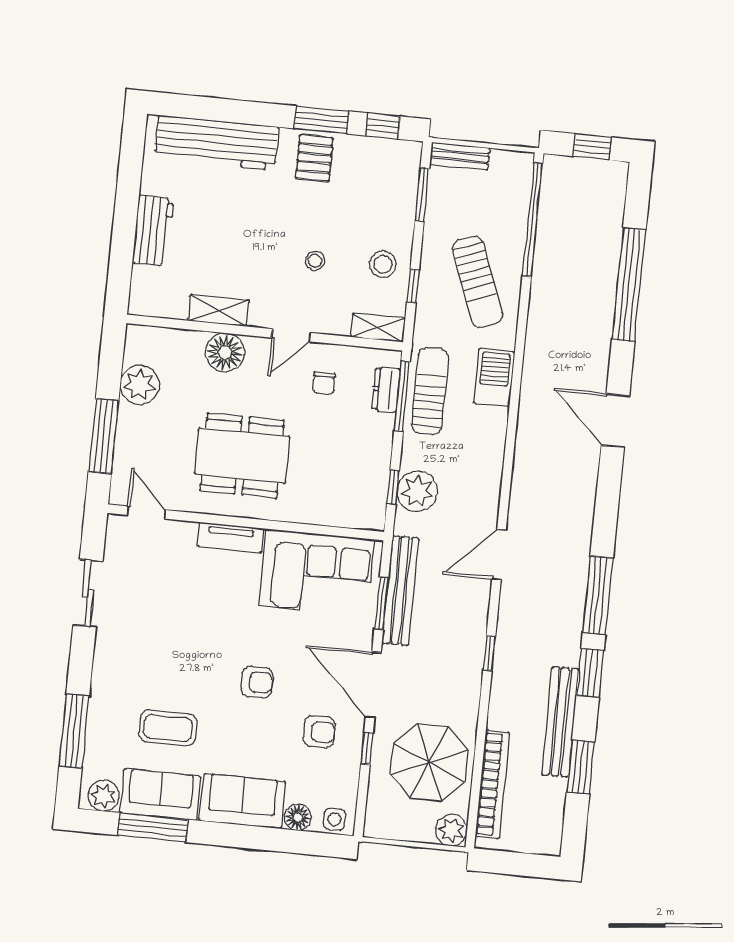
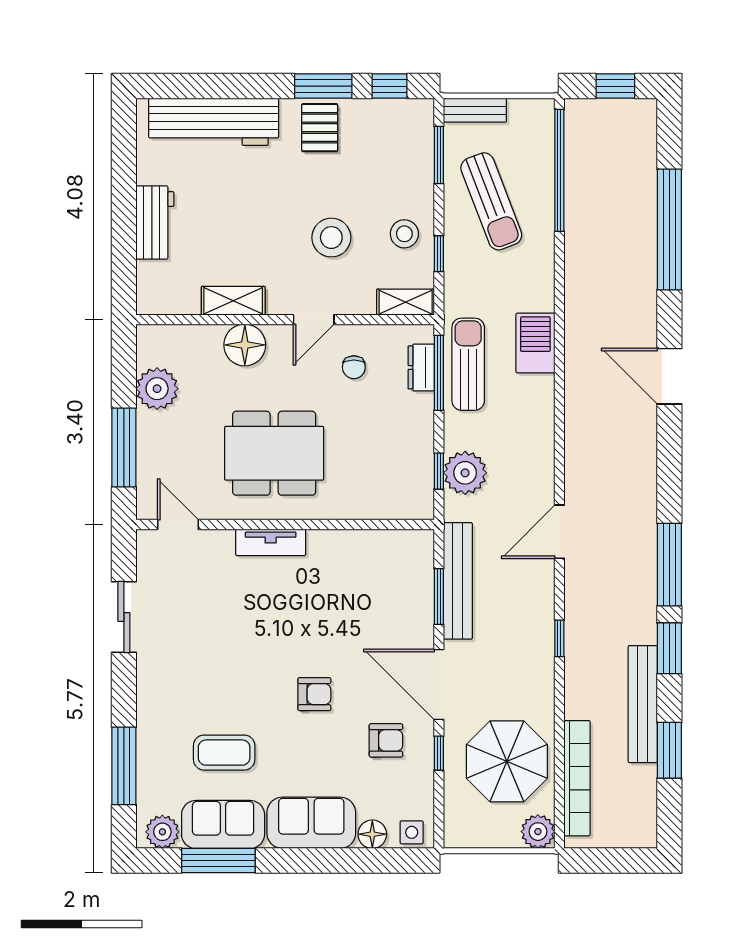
stool: (315, 261) -> (331, 238), width x1.89, depth x1.89
sun lounger: (478, 282) -> (491, 201), moved
corner sofa: (317, 573) -> (366, 571), removed

